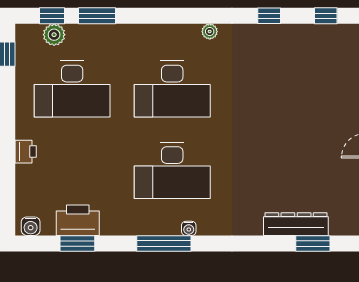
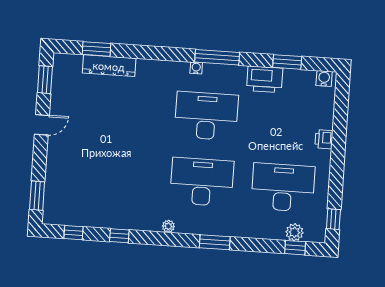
window: (97, 16) -> (215, 242), moved
printer: (78, 220) -> (265, 79), moved

